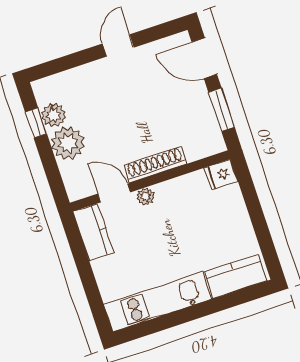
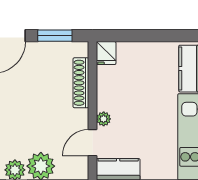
shoe rack: (155, 165) -> (81, 83), moved

